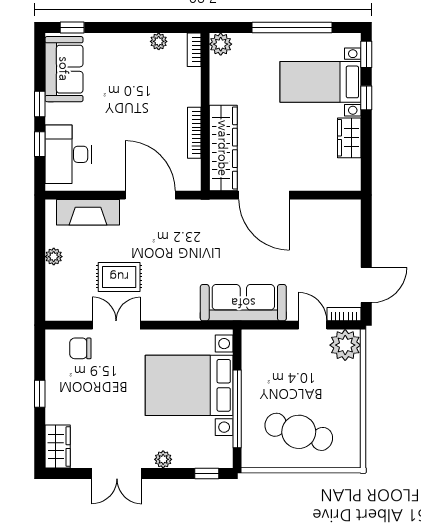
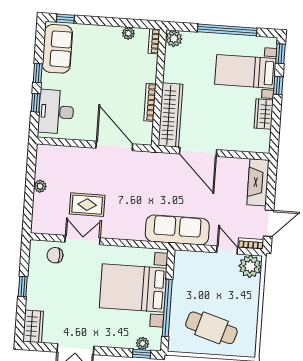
fireplace: (88, 212) -> (258, 182), moved, turned 90
plant: (163, 459) -> (143, 343), moved

